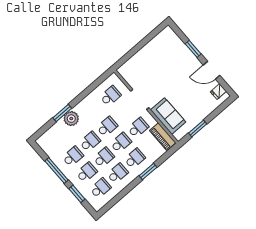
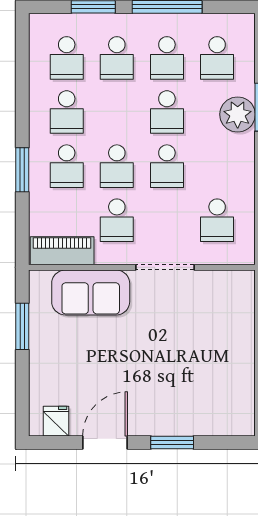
school desk: (104, 157) -> (217, 58), moved

